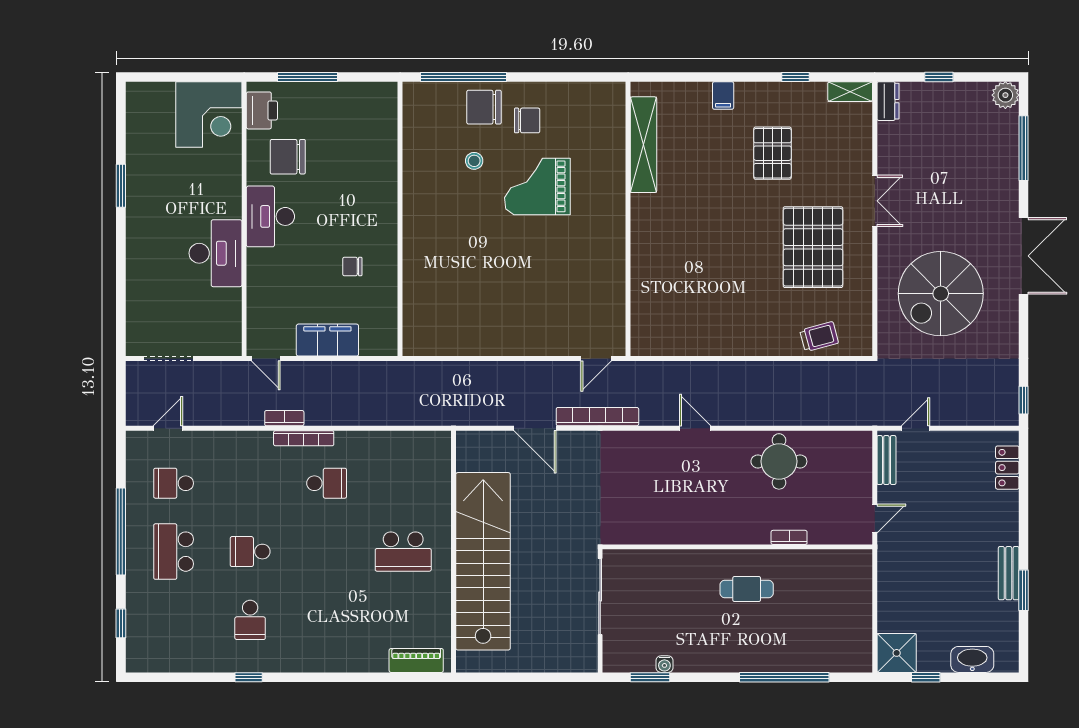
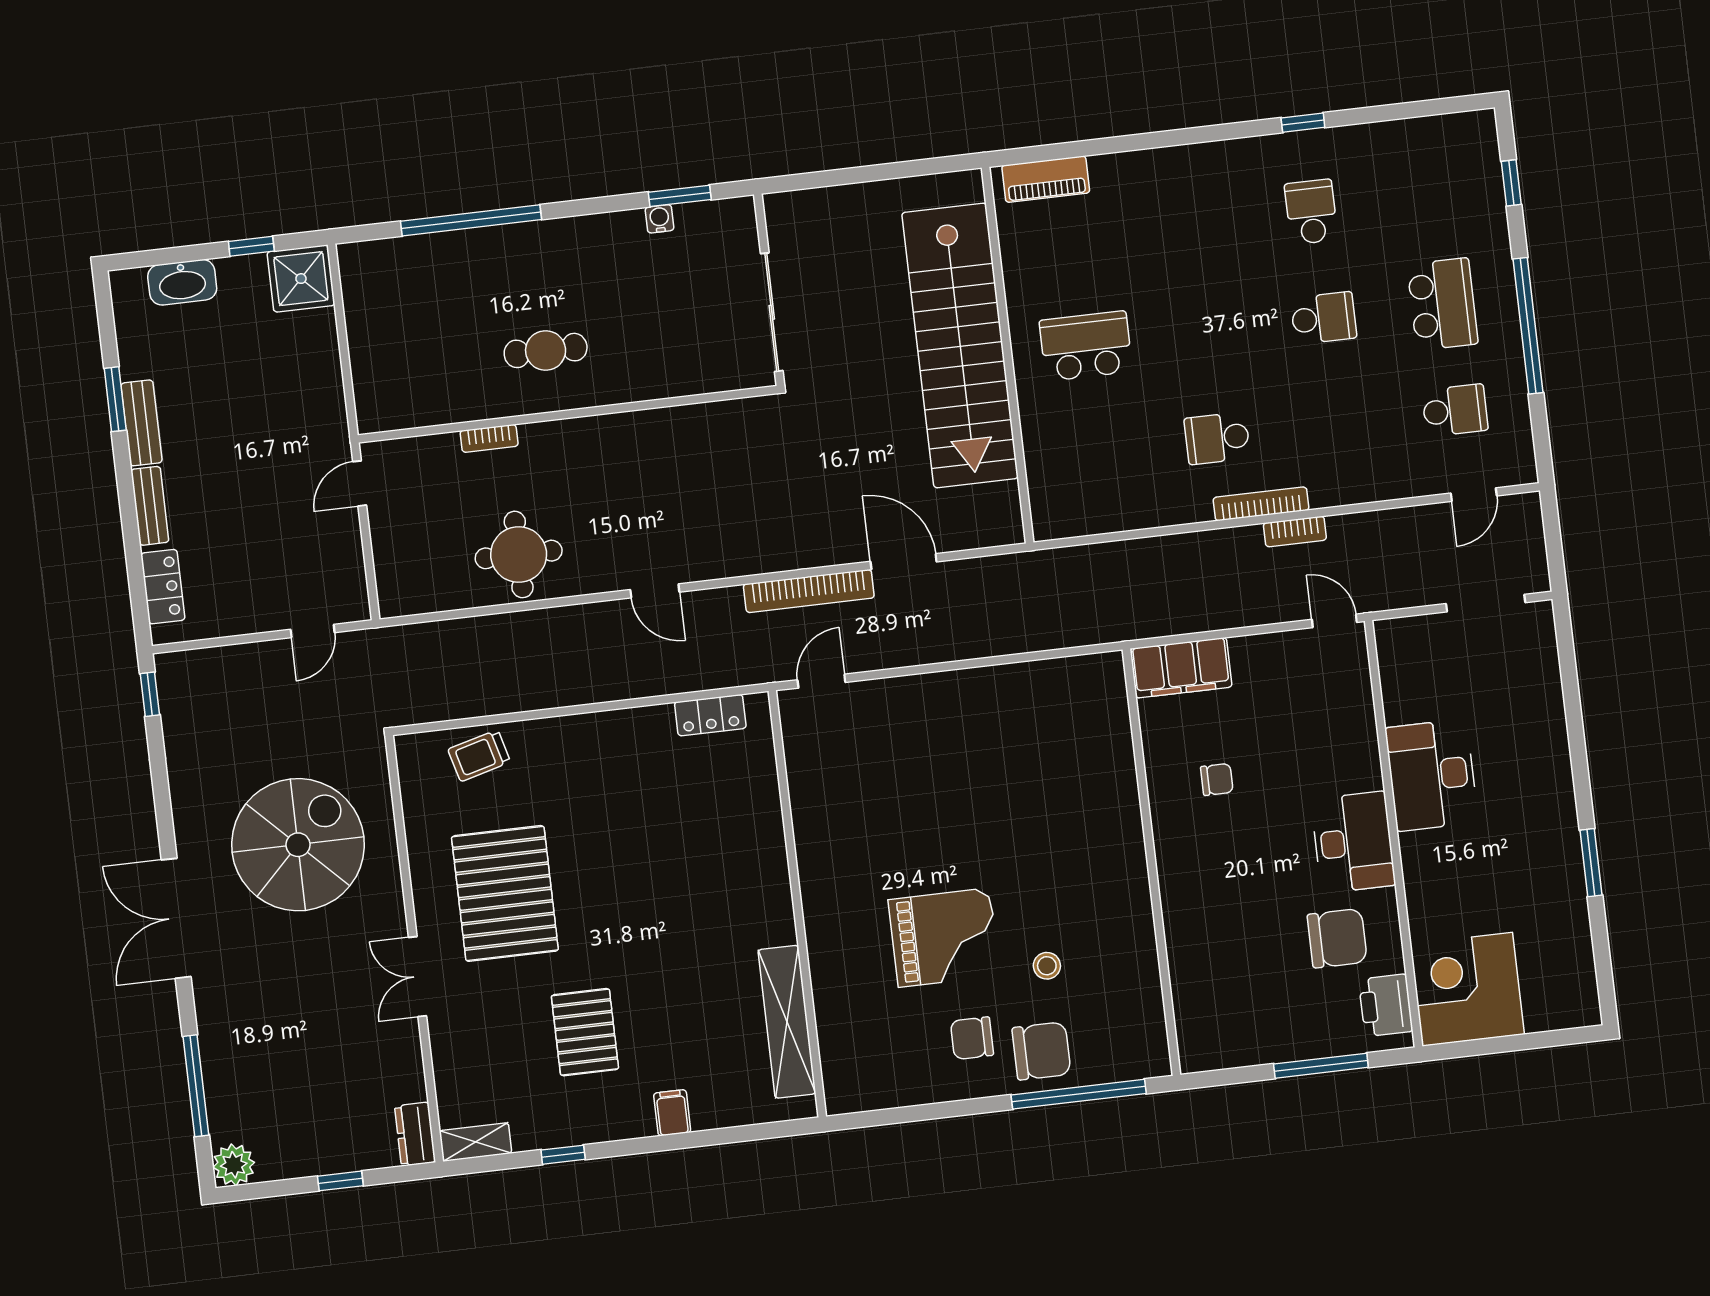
filing cabinet: (327, 340) -> (1181, 668), moved
locker: (669, 345) -> (710, 715), added
bench: (886, 460) -> (150, 506), moved

